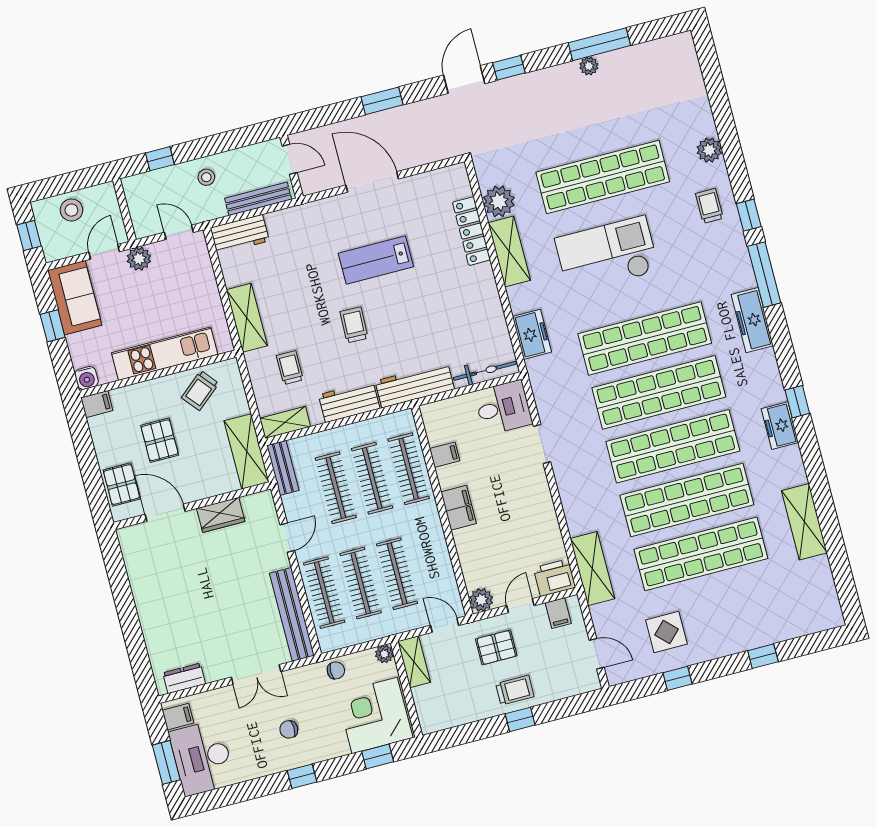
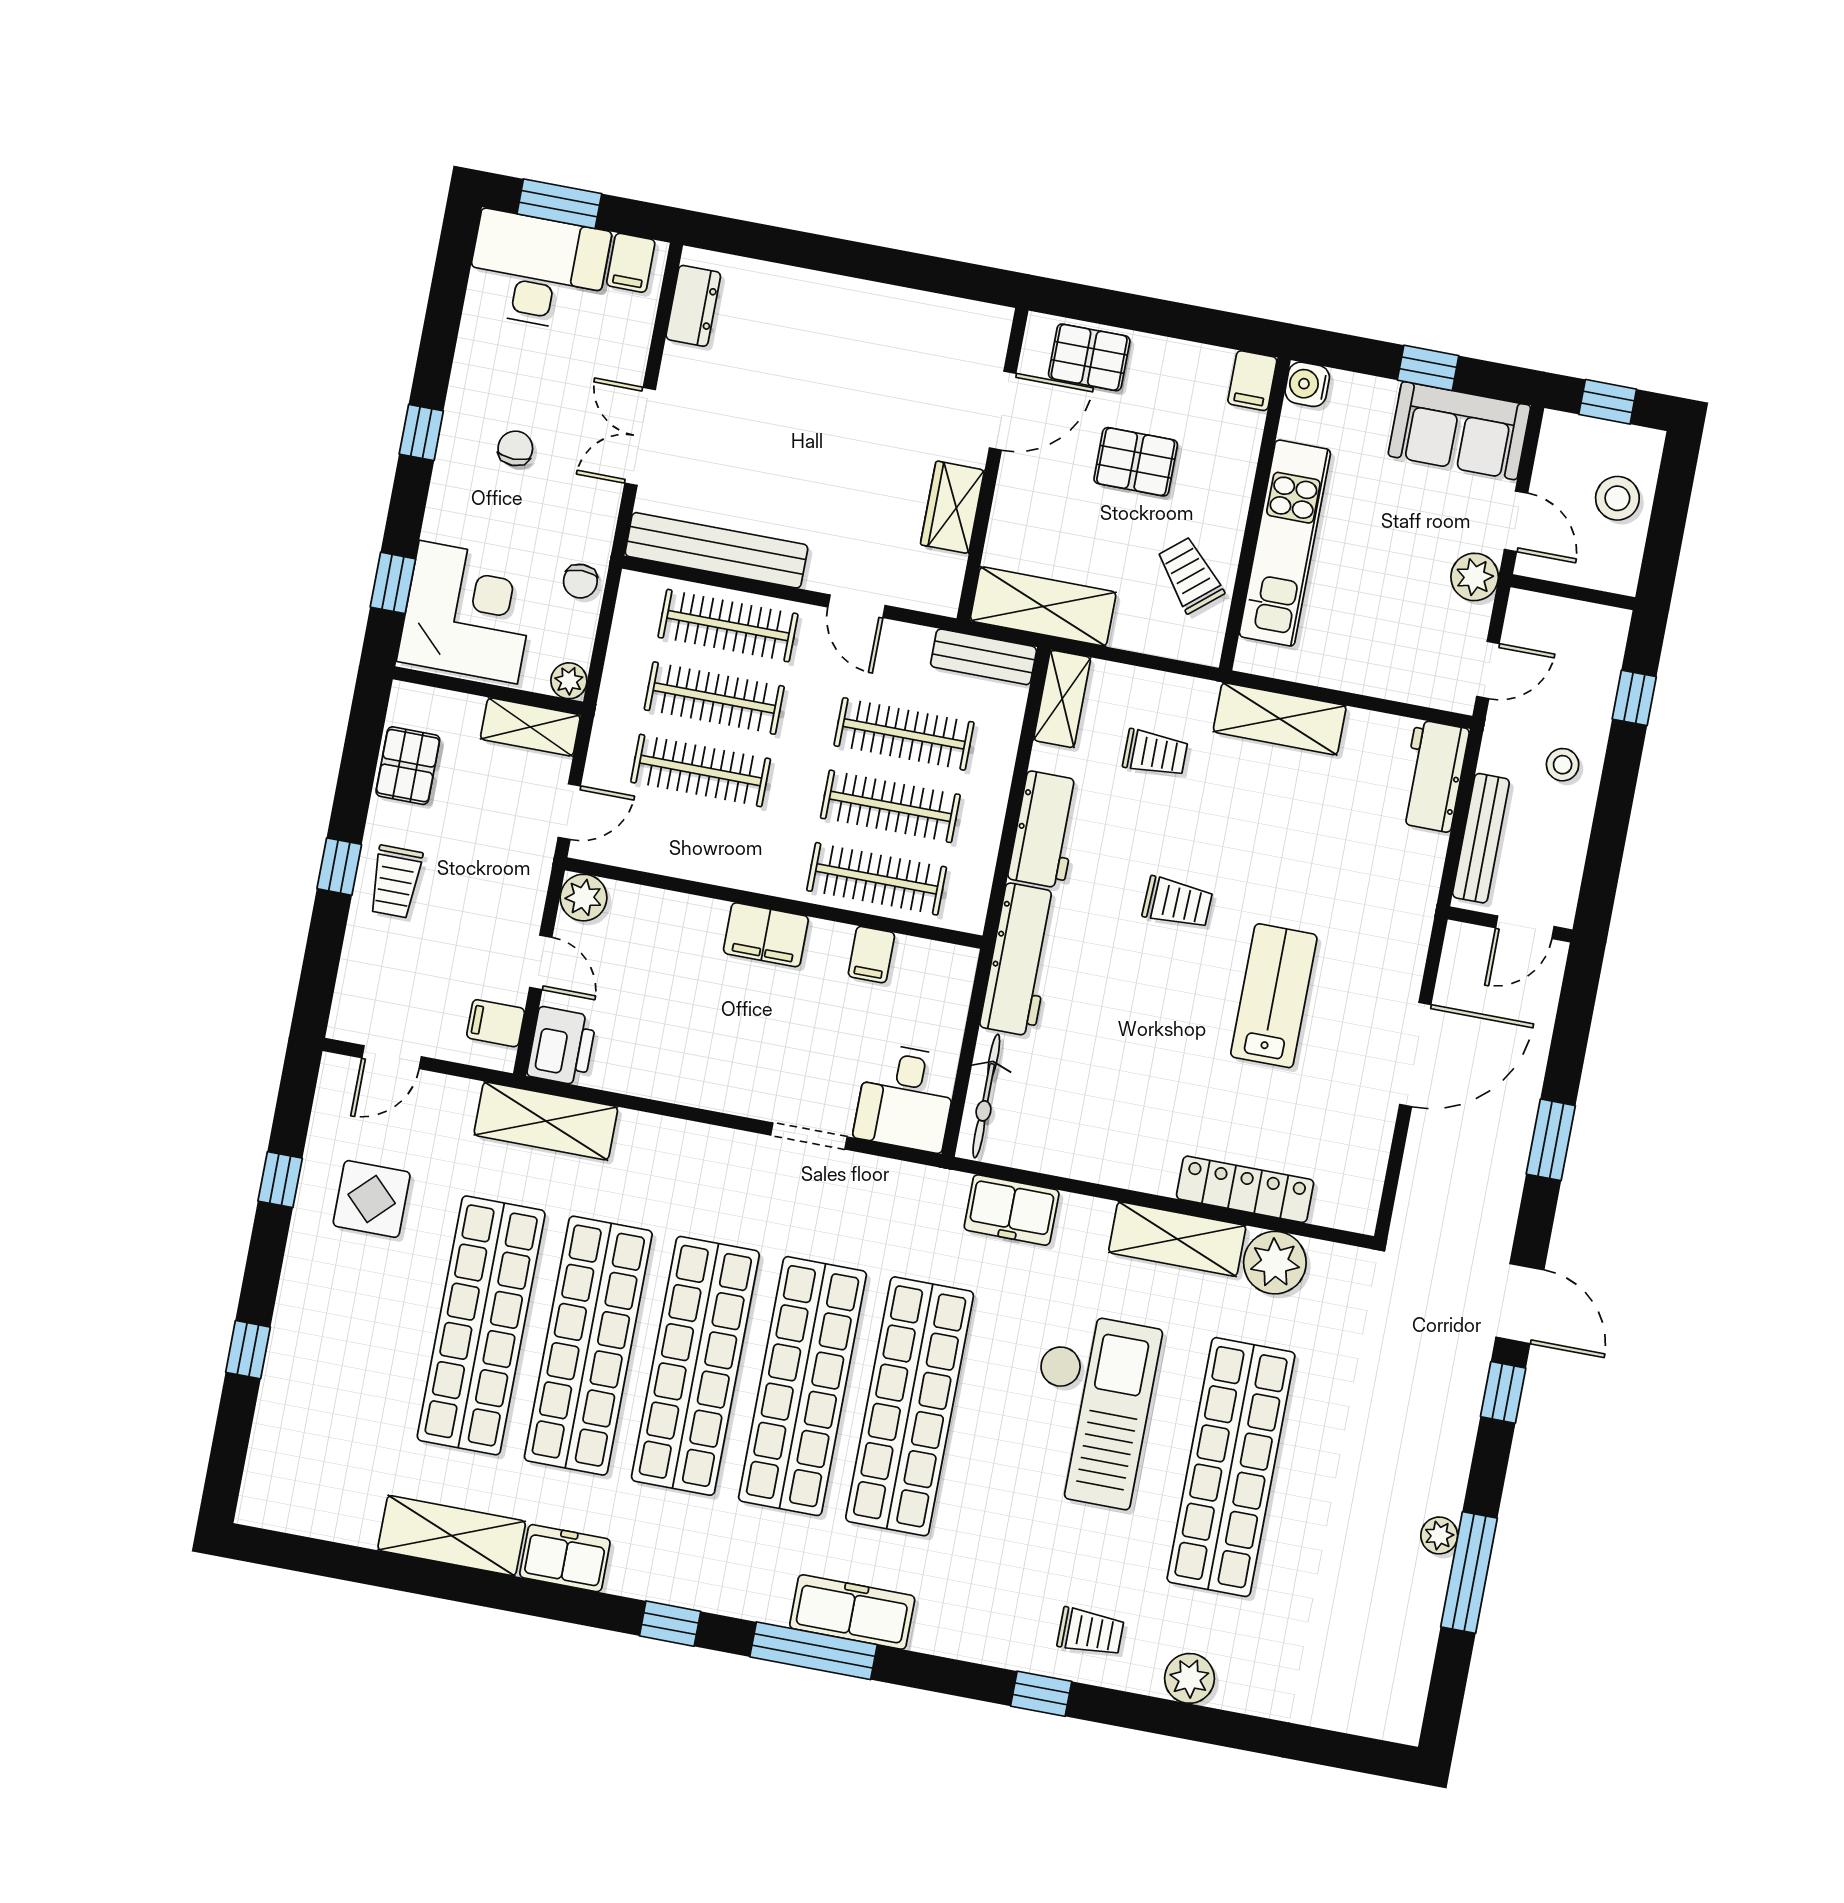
window: (764, 275) -> (814, 1651), moved
freezer: (780, 426) -> (565, 1558), moved
pallet: (496, 647) -> (408, 766), moved

